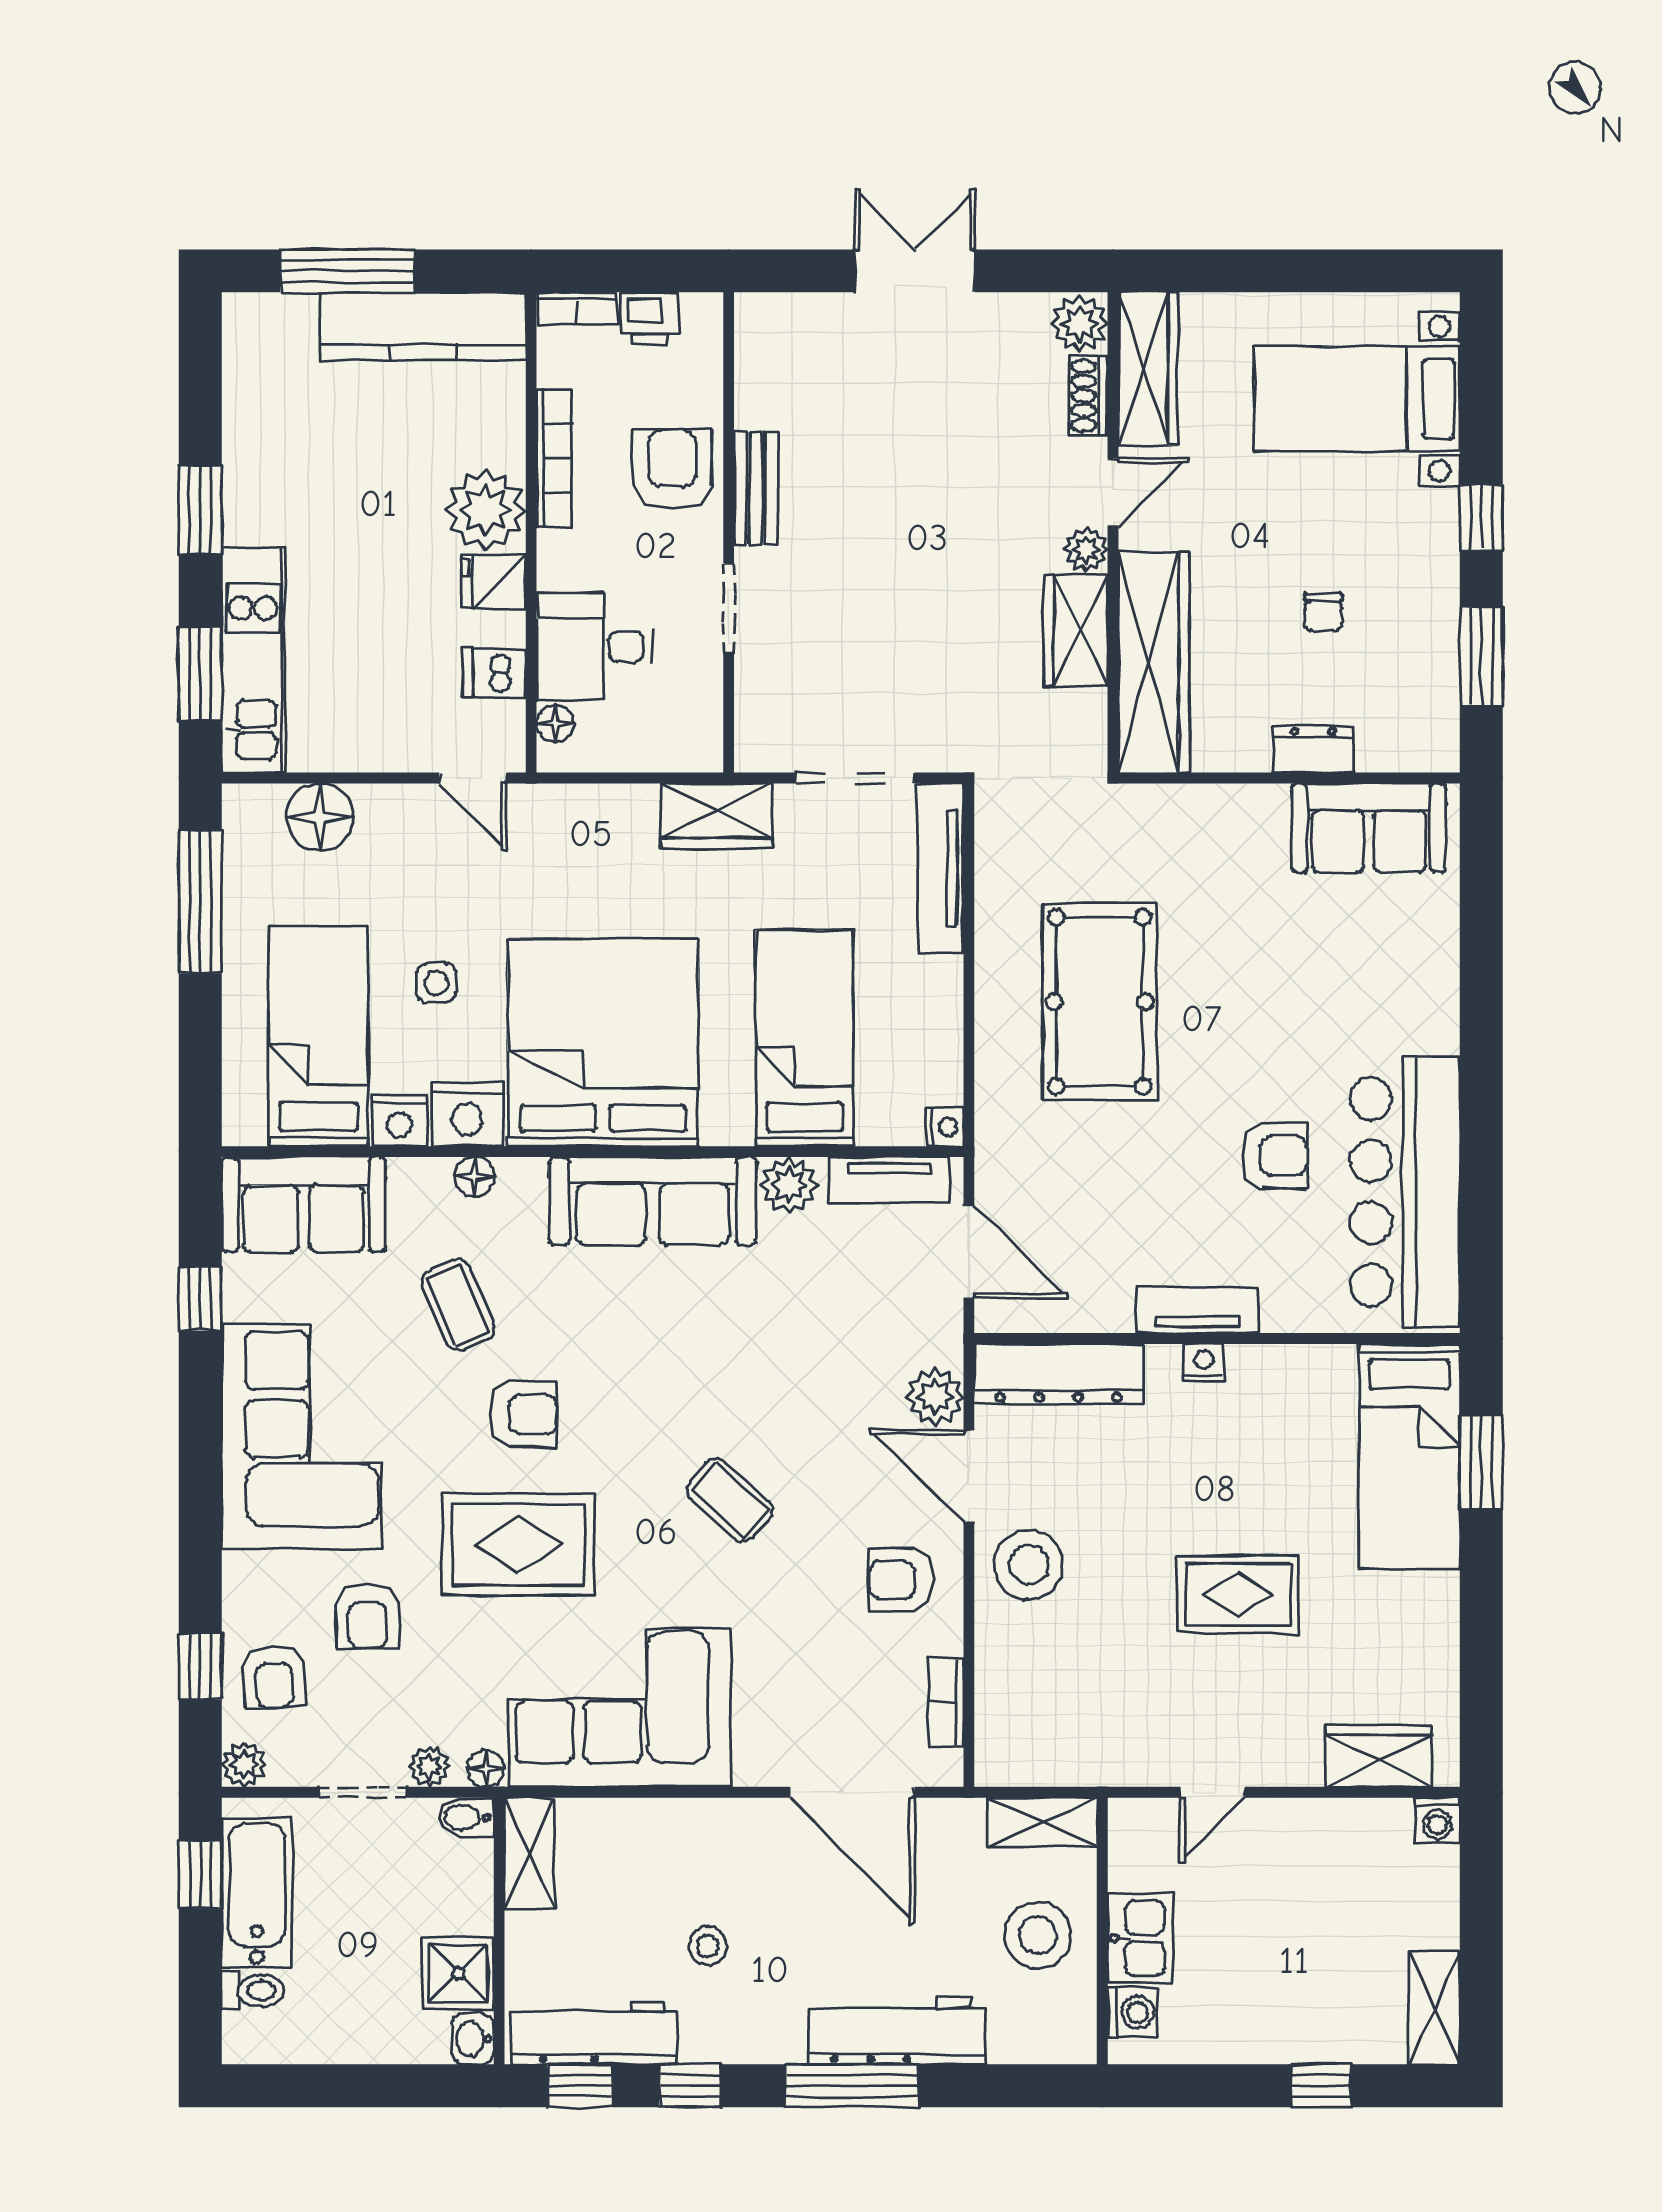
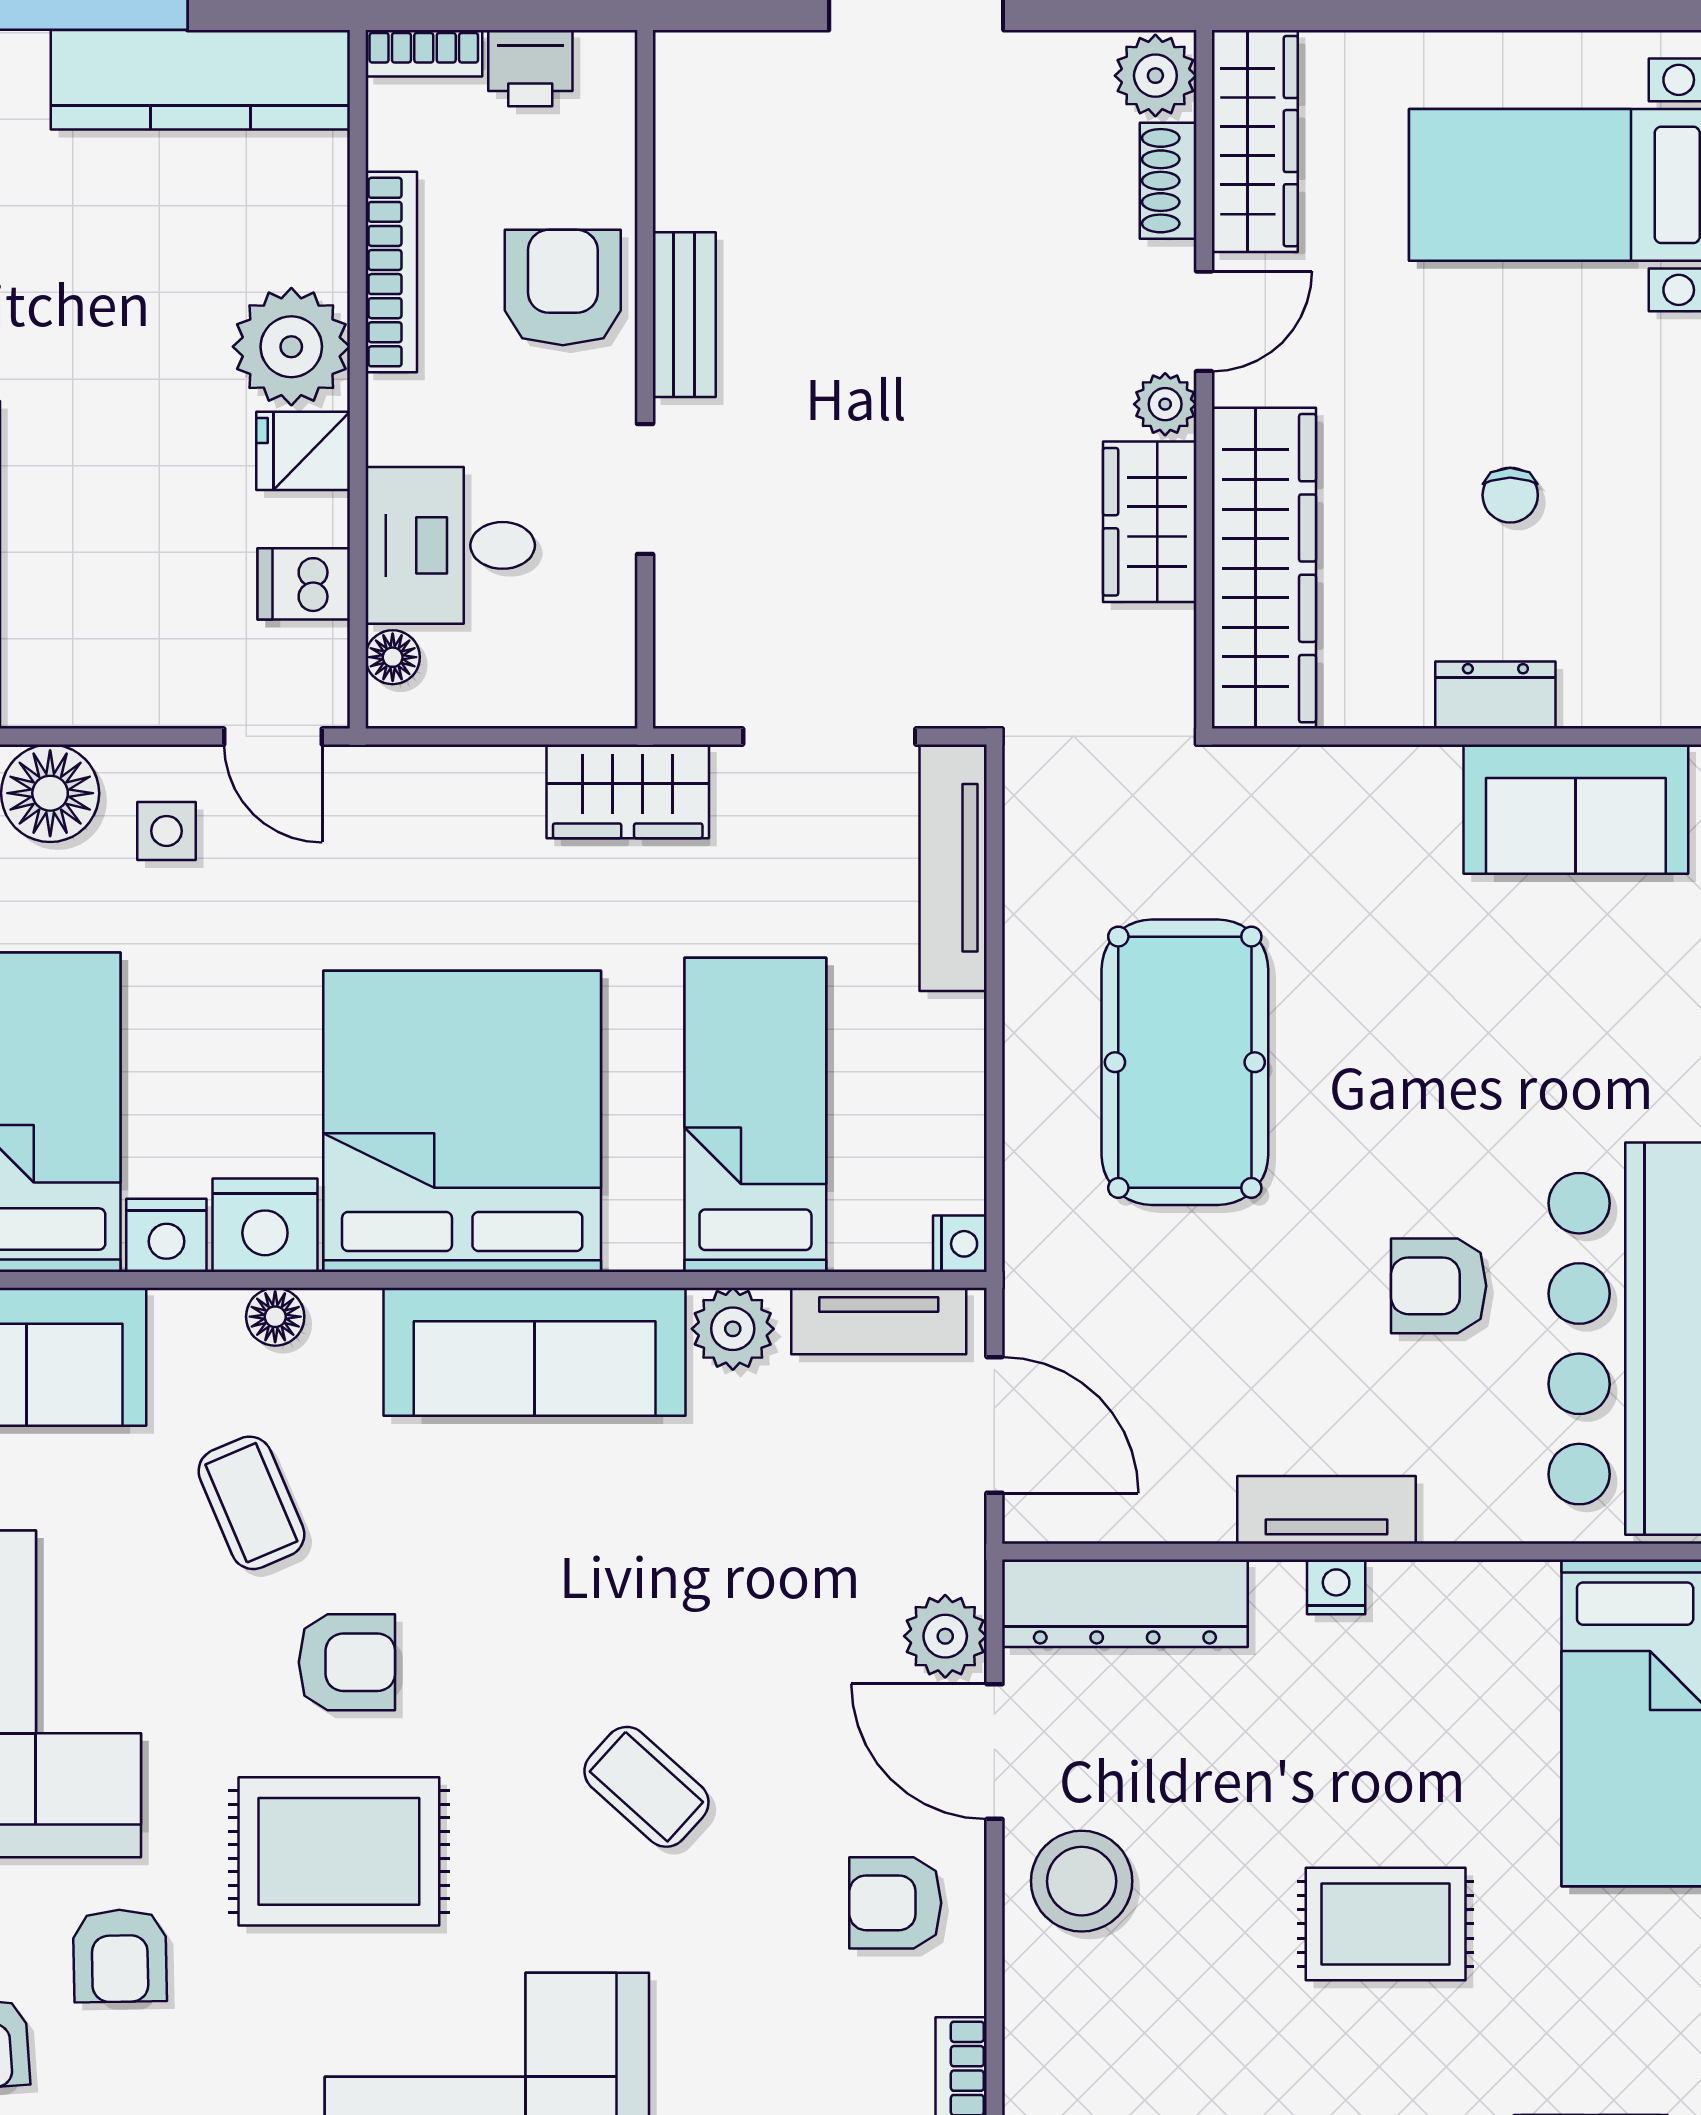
side table: (436, 983) -> (166, 831), moved
armchair: (1274, 1156) -> (1439, 1286), turned 180

